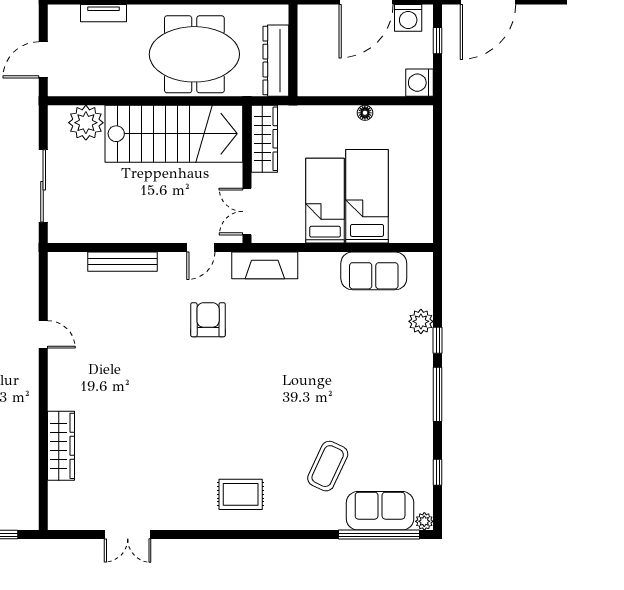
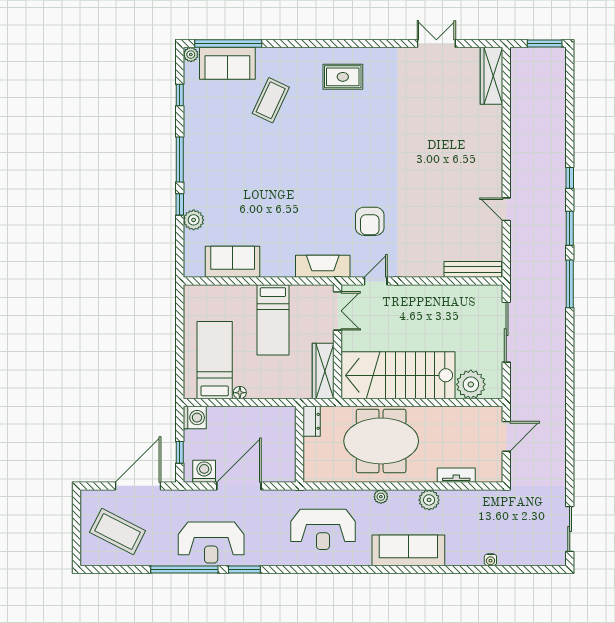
dresser: (276, 61) -> (312, 421), width x0.51, depth x0.80
bed: (367, 196) -> (215, 360), moved, turned 180
bench: (123, 262) -> (473, 269), moved
wardrobe: (61, 446) -> (491, 76), moved

